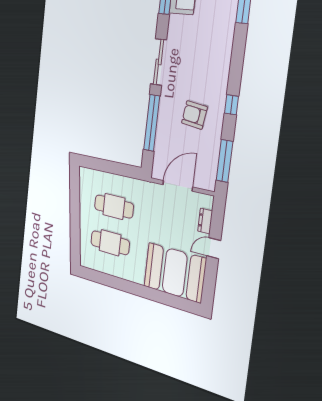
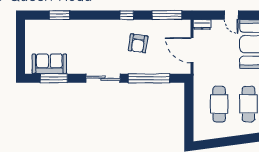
dresser: (205, 221) -> (202, 24), moved

